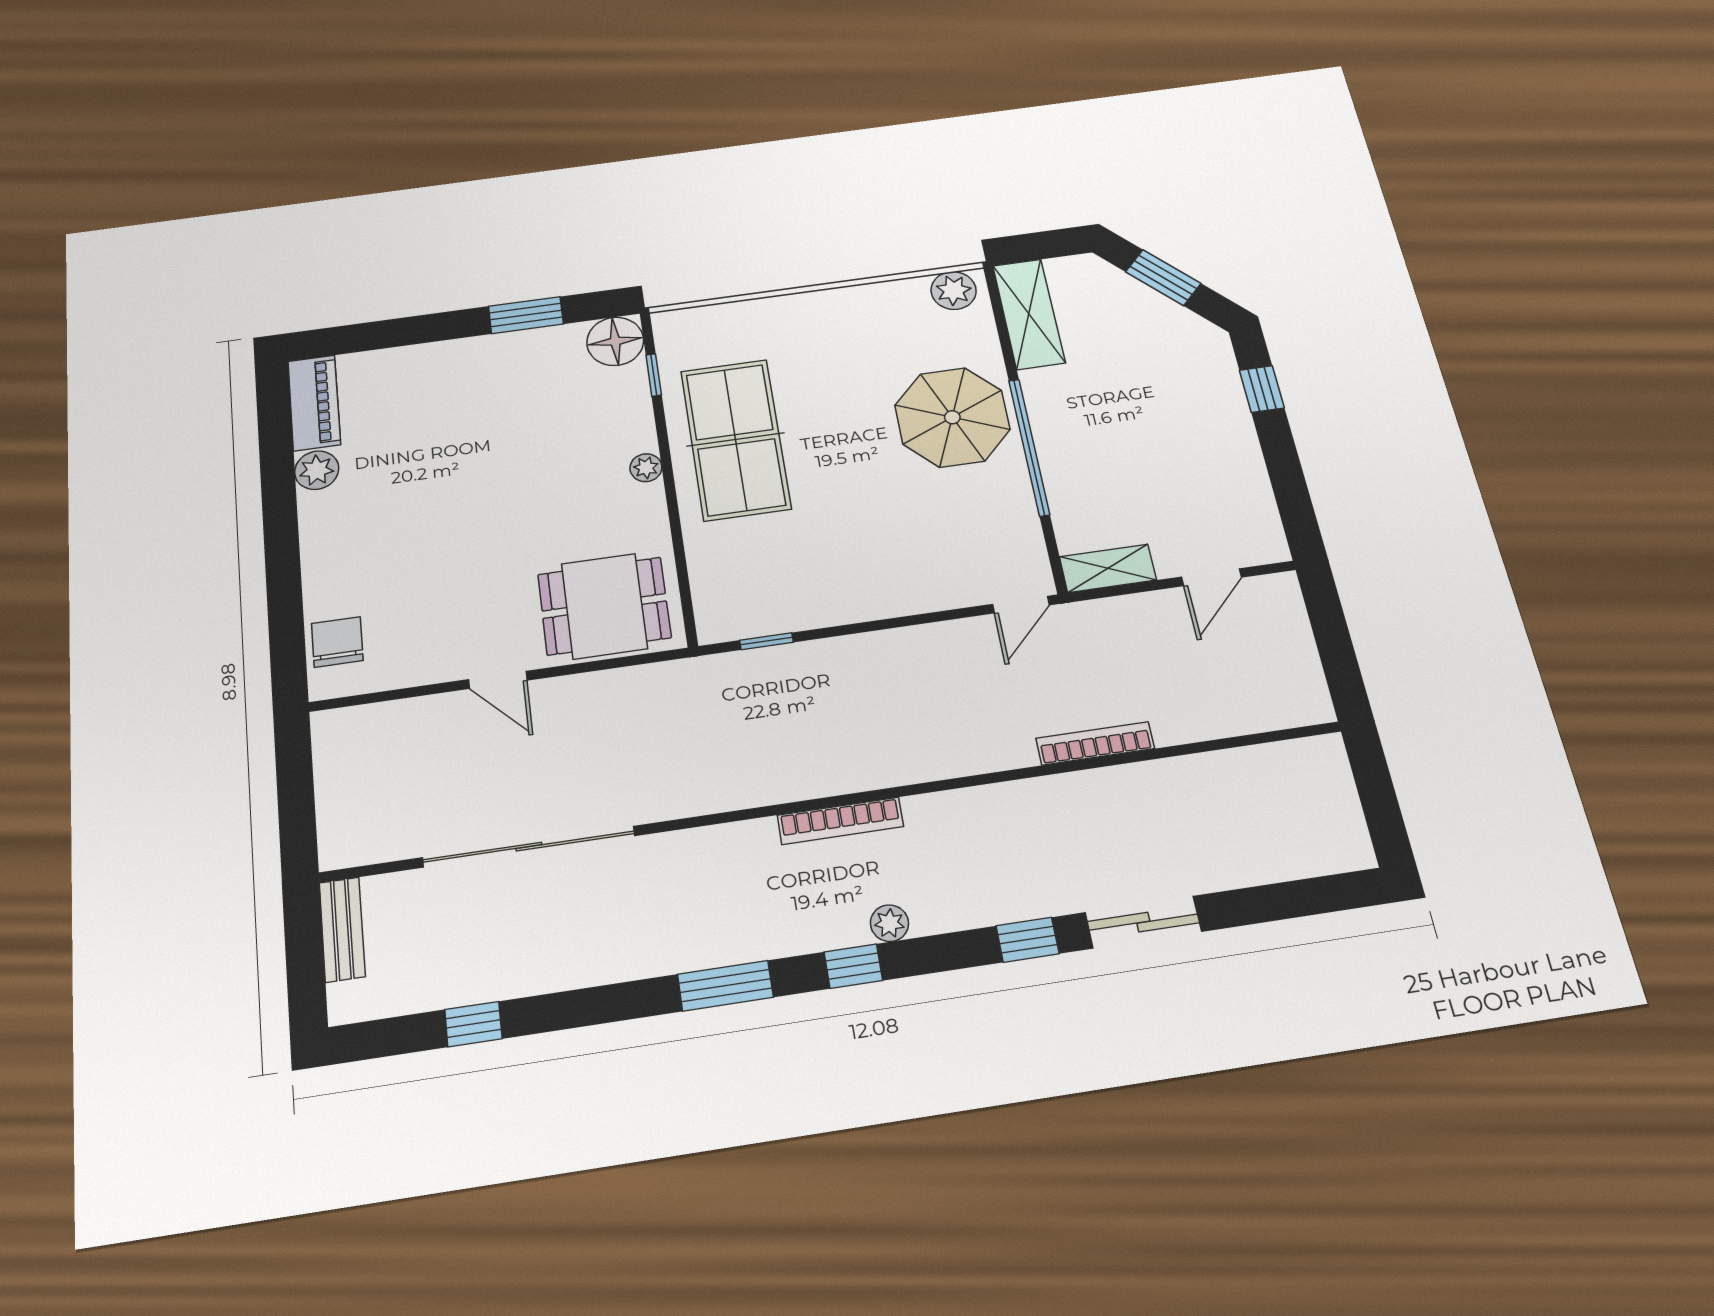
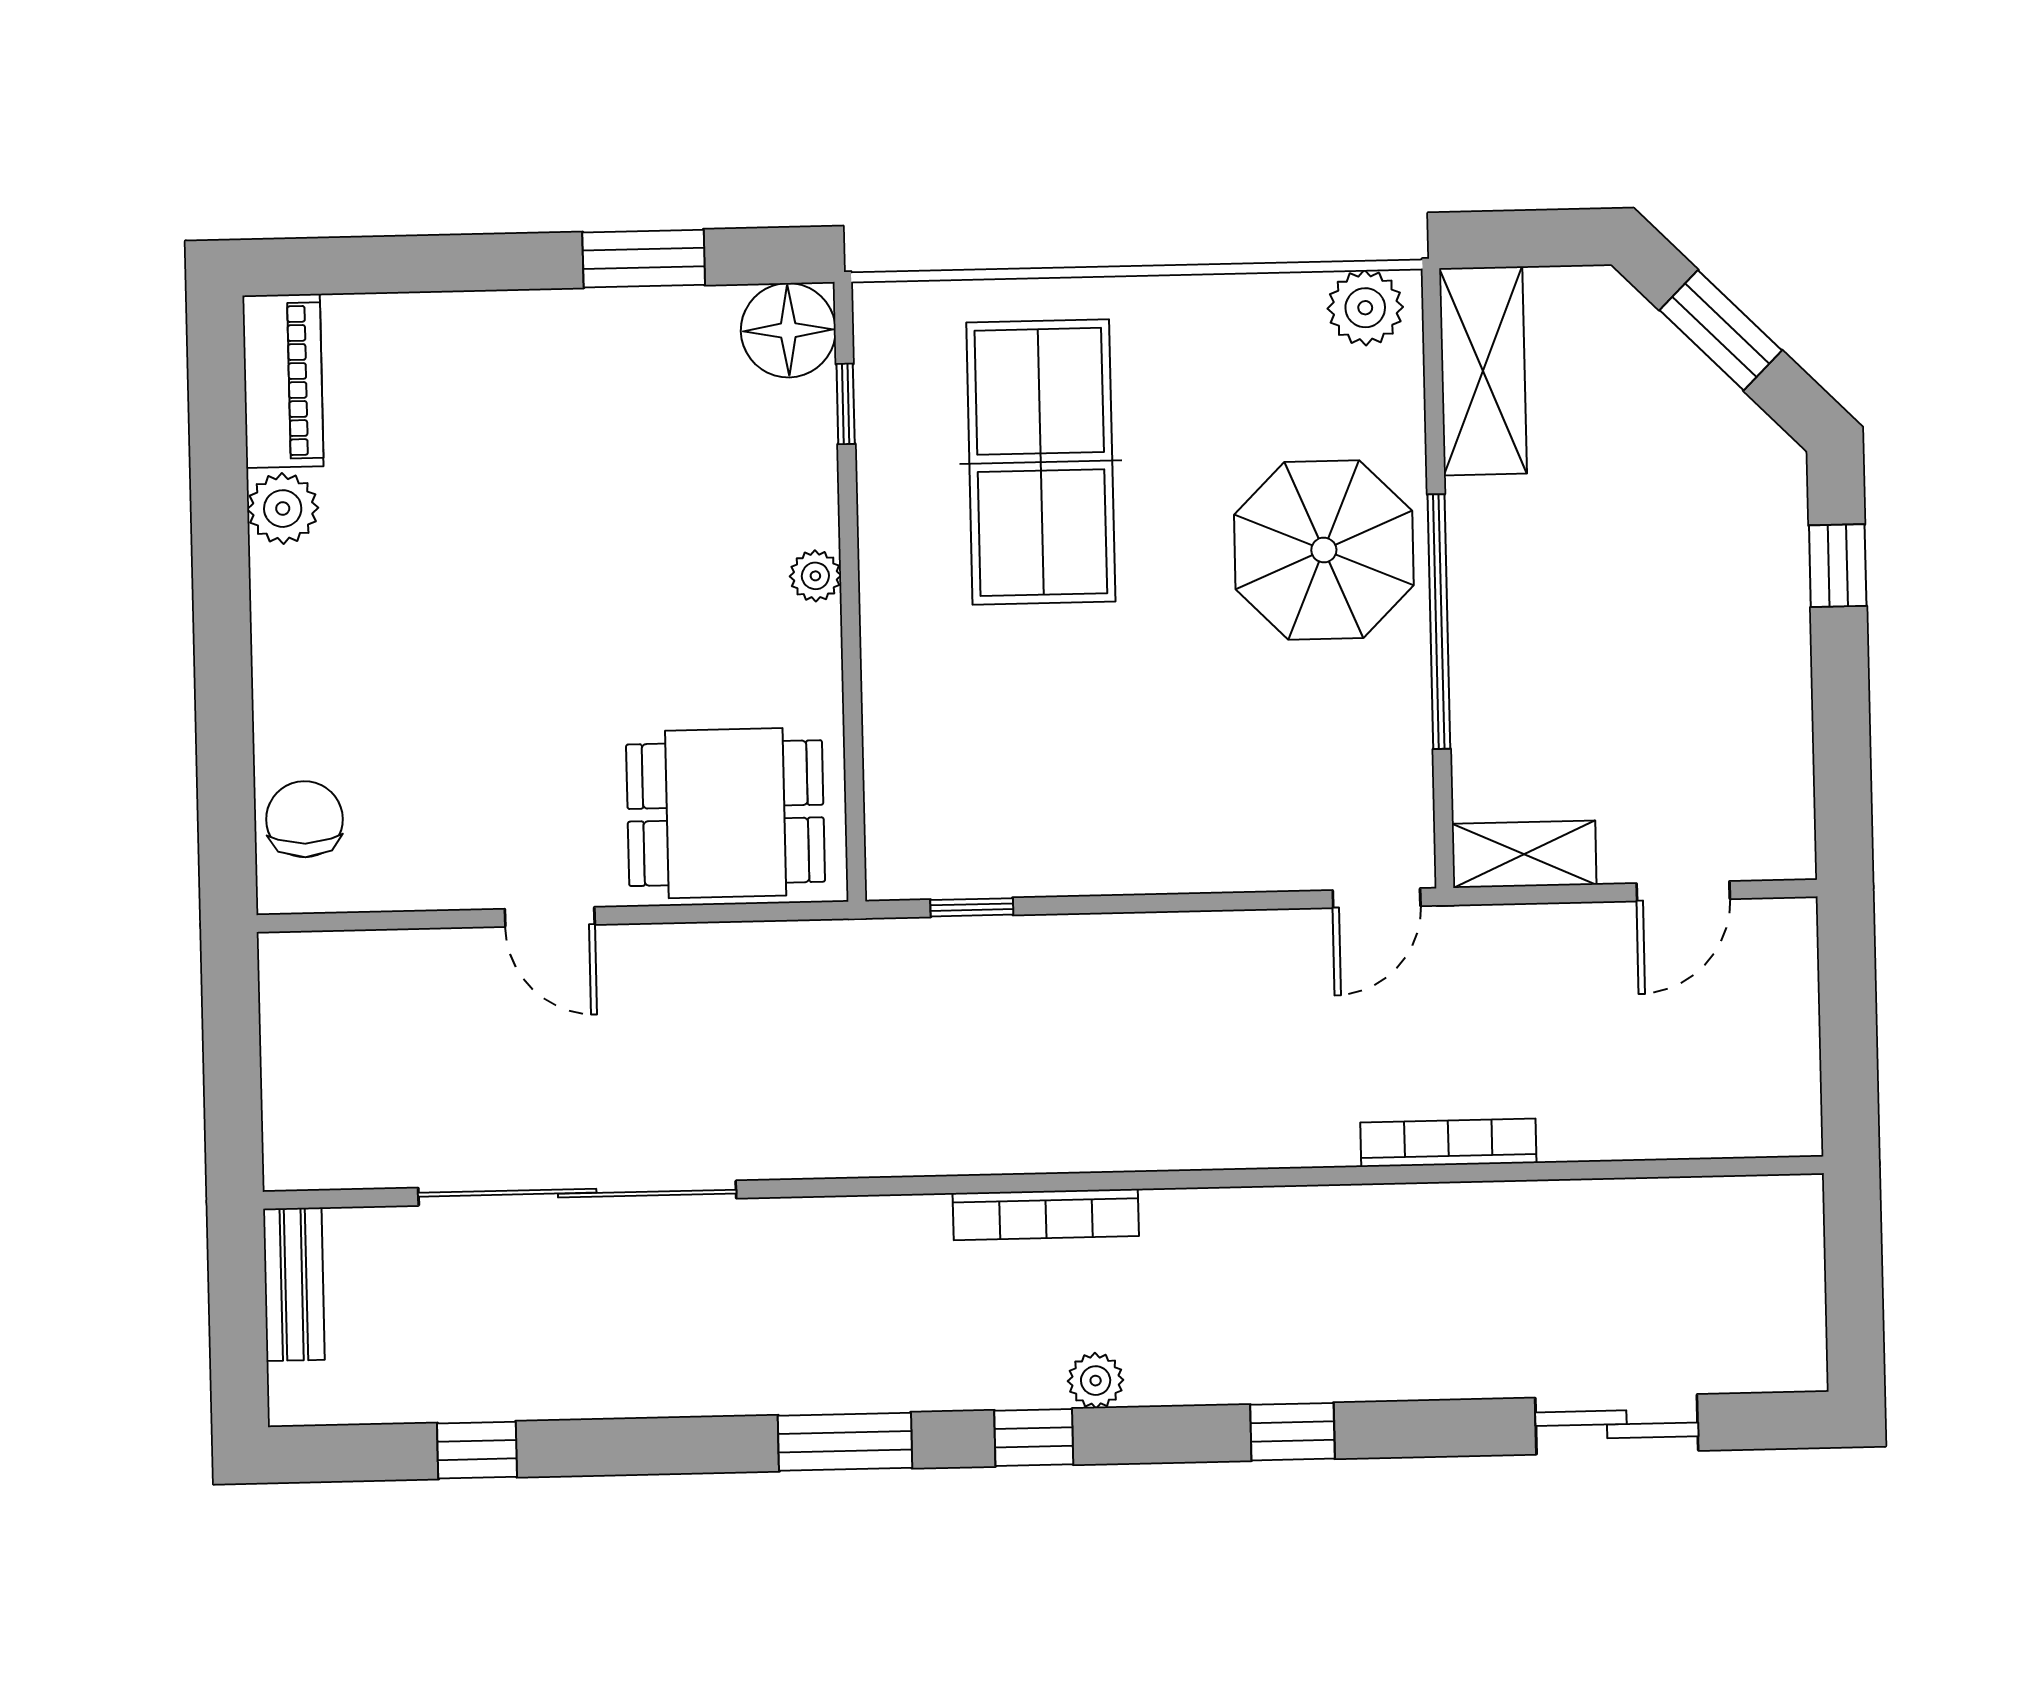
table tennis table: (735, 439) -> (1041, 462), moved
sliding door: (1143, 922) -> (1617, 1424), moved

